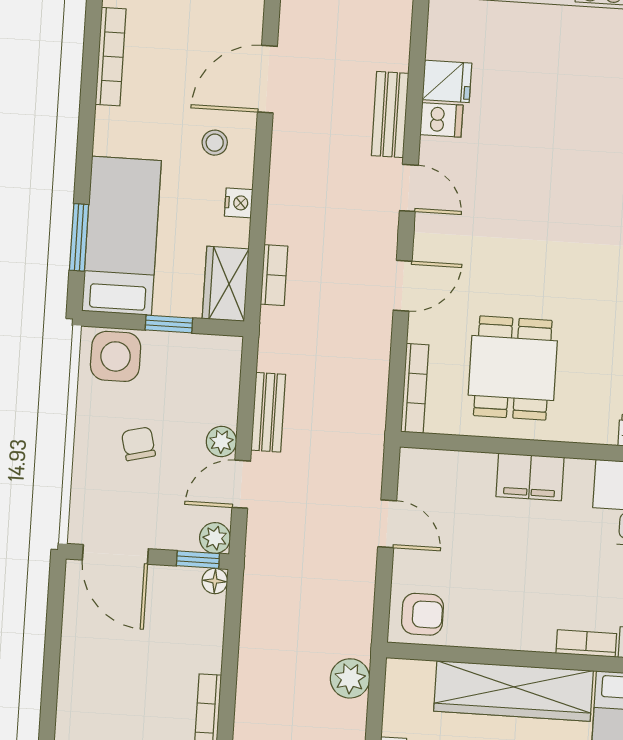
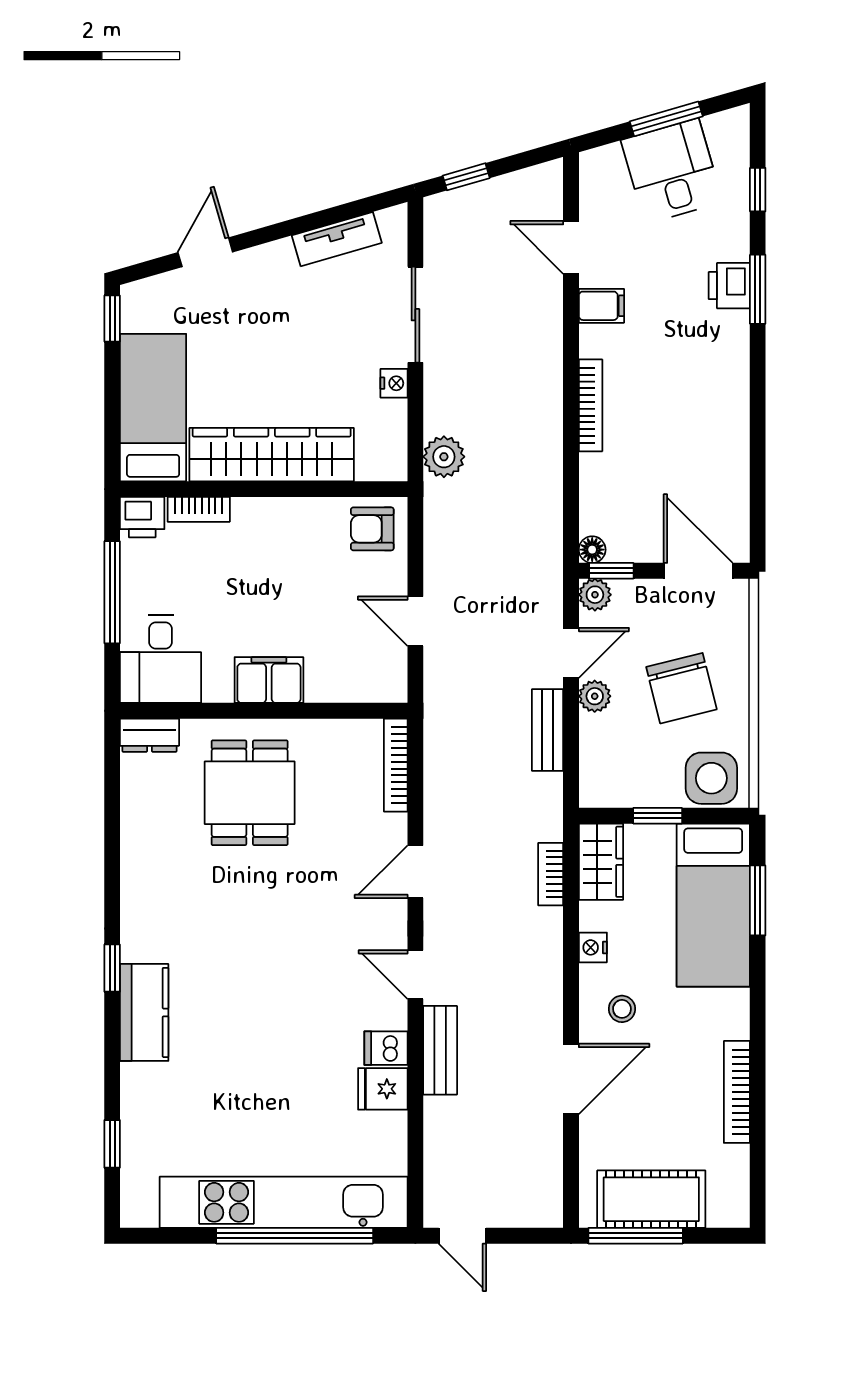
dining table: (513, 368) -> (250, 793), moved
chair: (138, 444) -> (681, 688), width x1.87, depth x1.87

